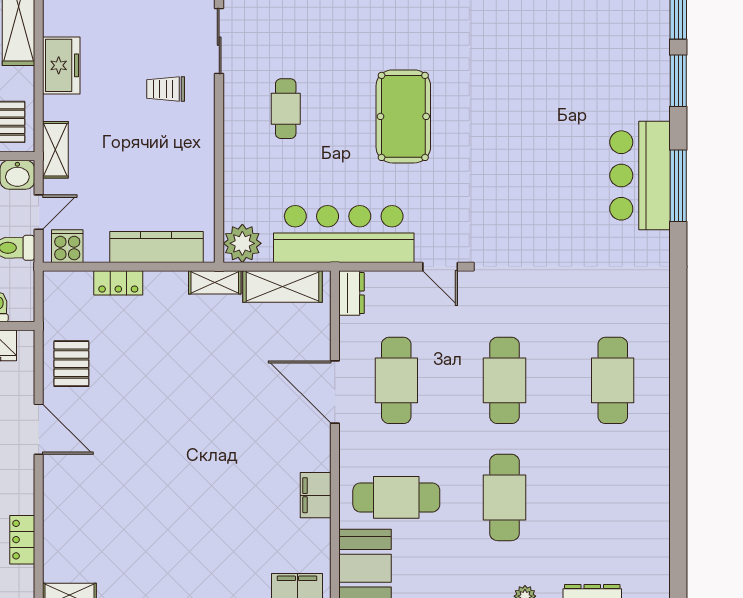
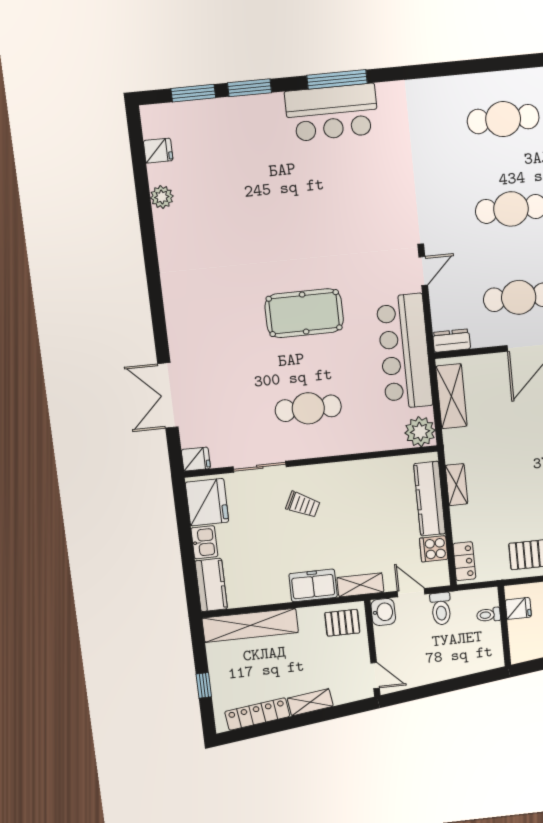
freezer: (61, 65) -> (313, 585), moved
trolley: (166, 89) -> (303, 505), turned -64
cafe table: (286, 109) -> (308, 408), width x1.37, depth x1.35
cooker: (67, 246) -> (434, 549), moved
shelving: (215, 282) -> (457, 485), moved
locker: (118, 283) -> (464, 561), moved

